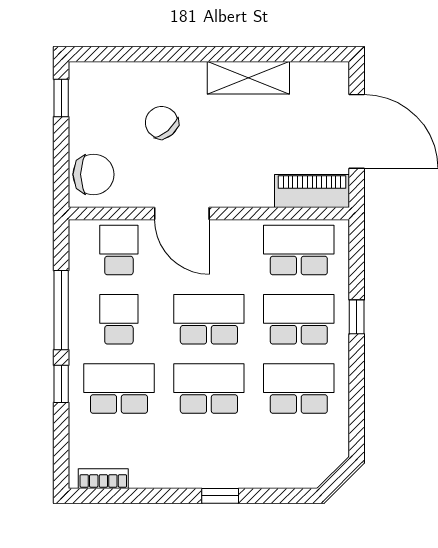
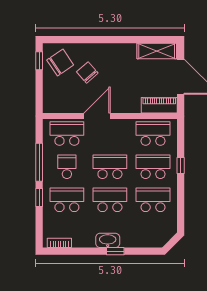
shelving: (248, 78) -> (157, 51), moved
chair: (94, 174) -> (60, 63), moved, turned -34
door: (182, 214) -> (97, 116), swing flipped
school desk: (119, 250) -> (67, 134), width x1.85
washbasin: (204, 473) -> (108, 240), added

